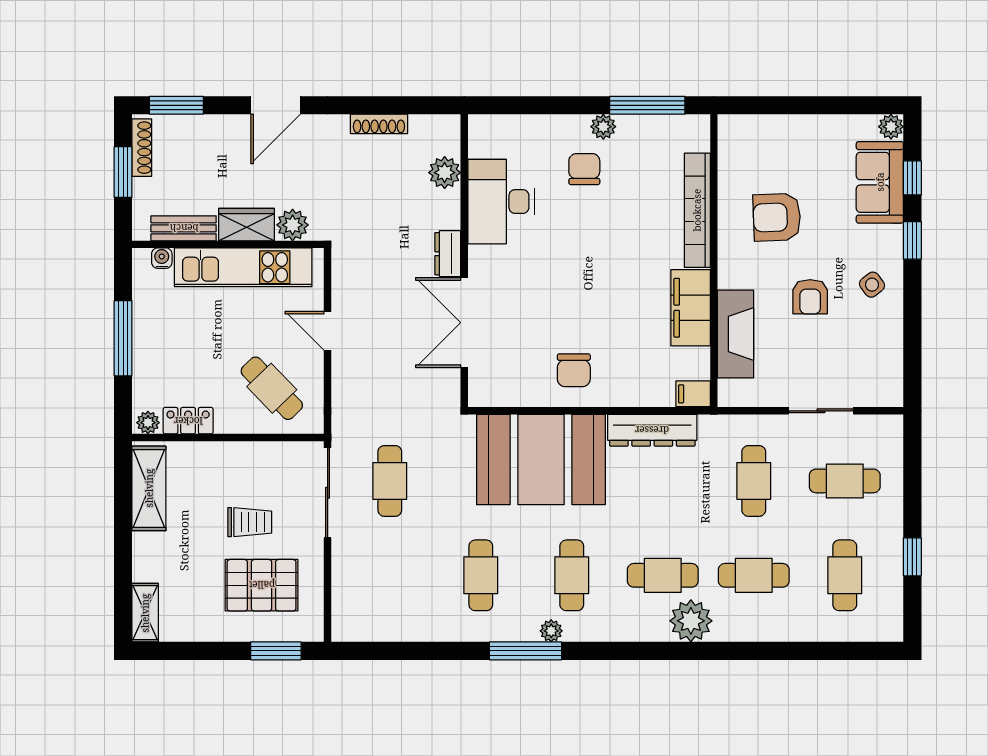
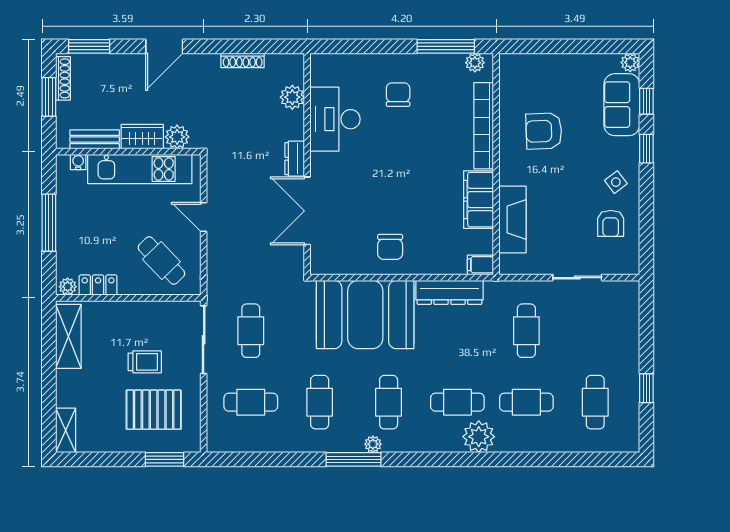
plant: (603, 127) -> (475, 63), moved
armchair: (810, 297) -> (611, 223), moved
cafe table: (845, 481) -> (251, 402), moved

